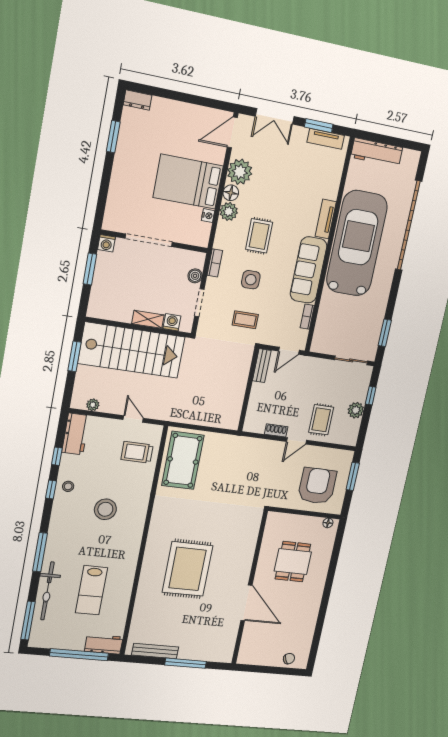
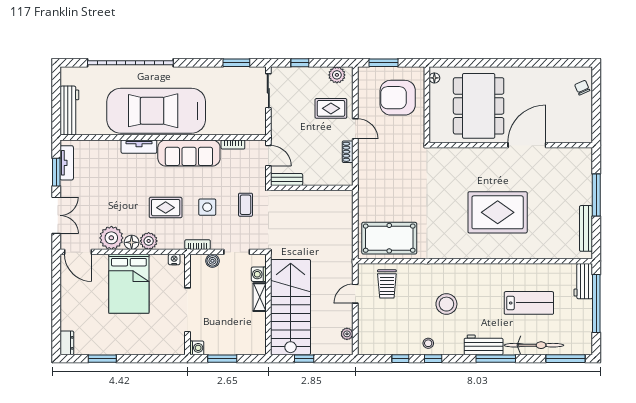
nightstand: (208, 216) -> (174, 260), moved
window: (74, 356) -> (304, 359), width x0.67
plant: (356, 410) -> (337, 75), moved
workbench: (76, 434) -> (484, 345), moved
dining table: (293, 562) -> (479, 106), width x1.88, depth x1.24

